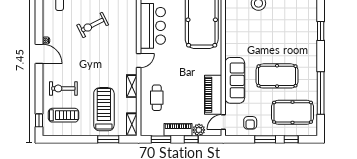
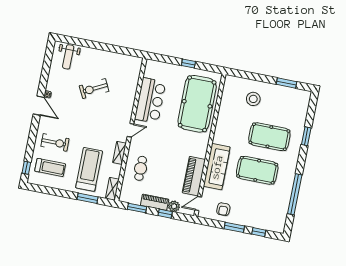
exercise bike: (63, 88) -> (55, 142), turned 180
pool table: (293, 112) -> (269, 137), moved

